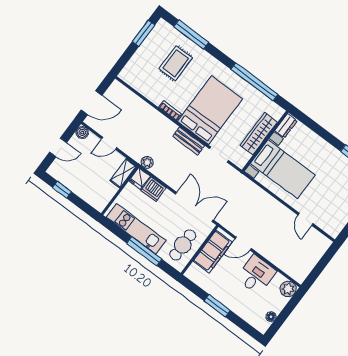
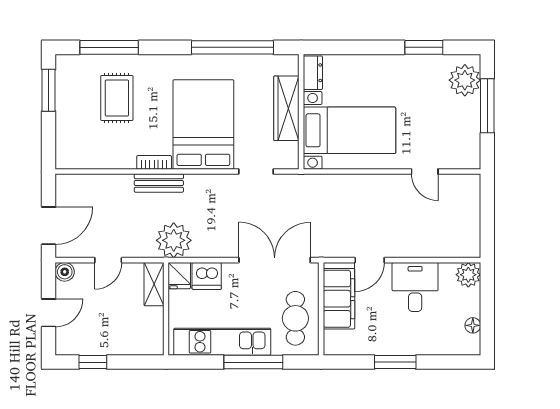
bench: (189, 141) -> (159, 183), moved
plant: (147, 162) -> (174, 240), width x1.88, depth x1.88

